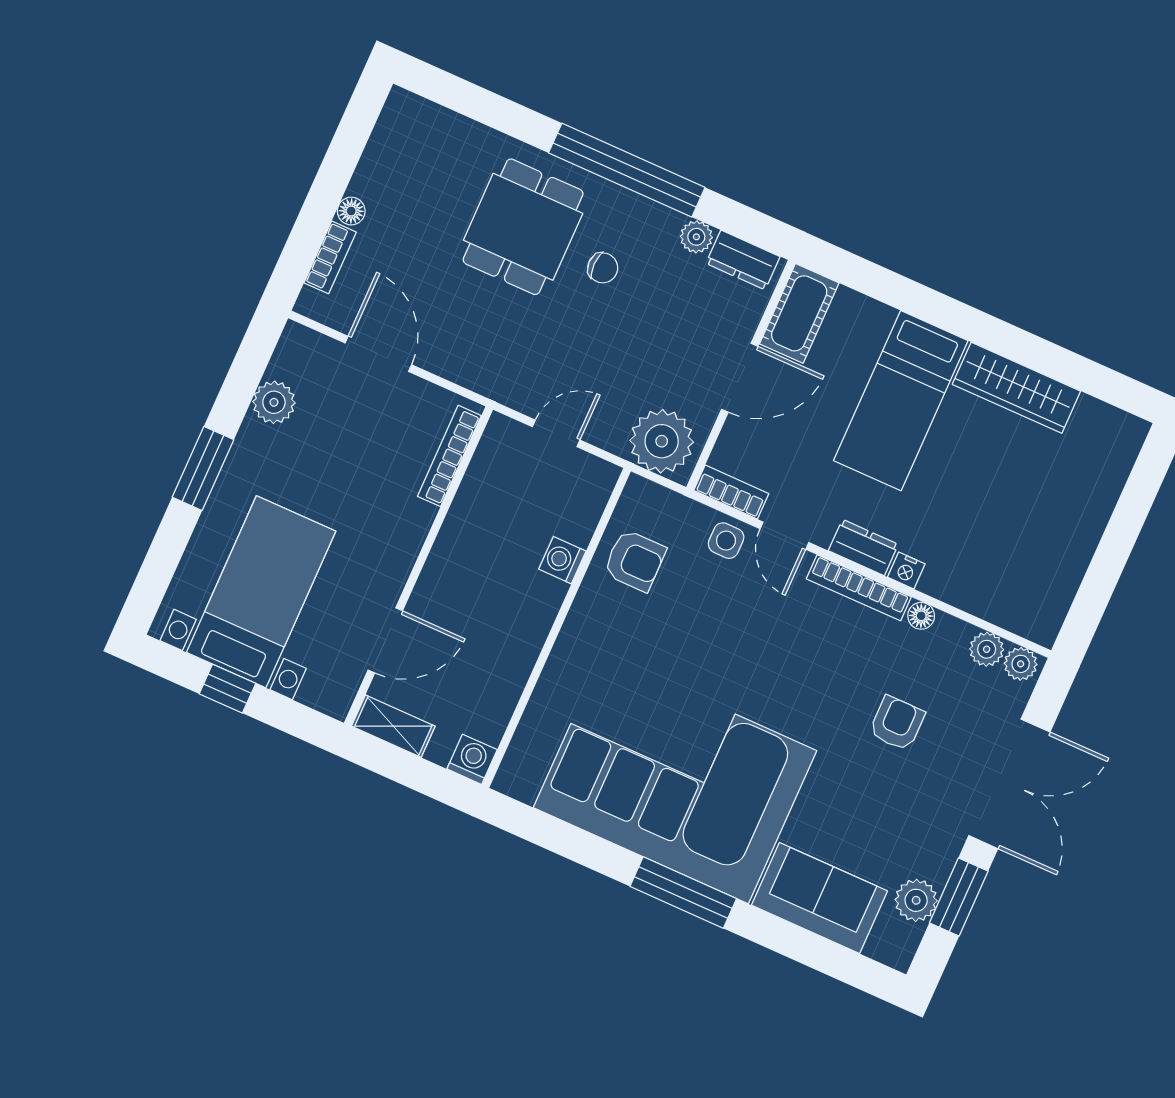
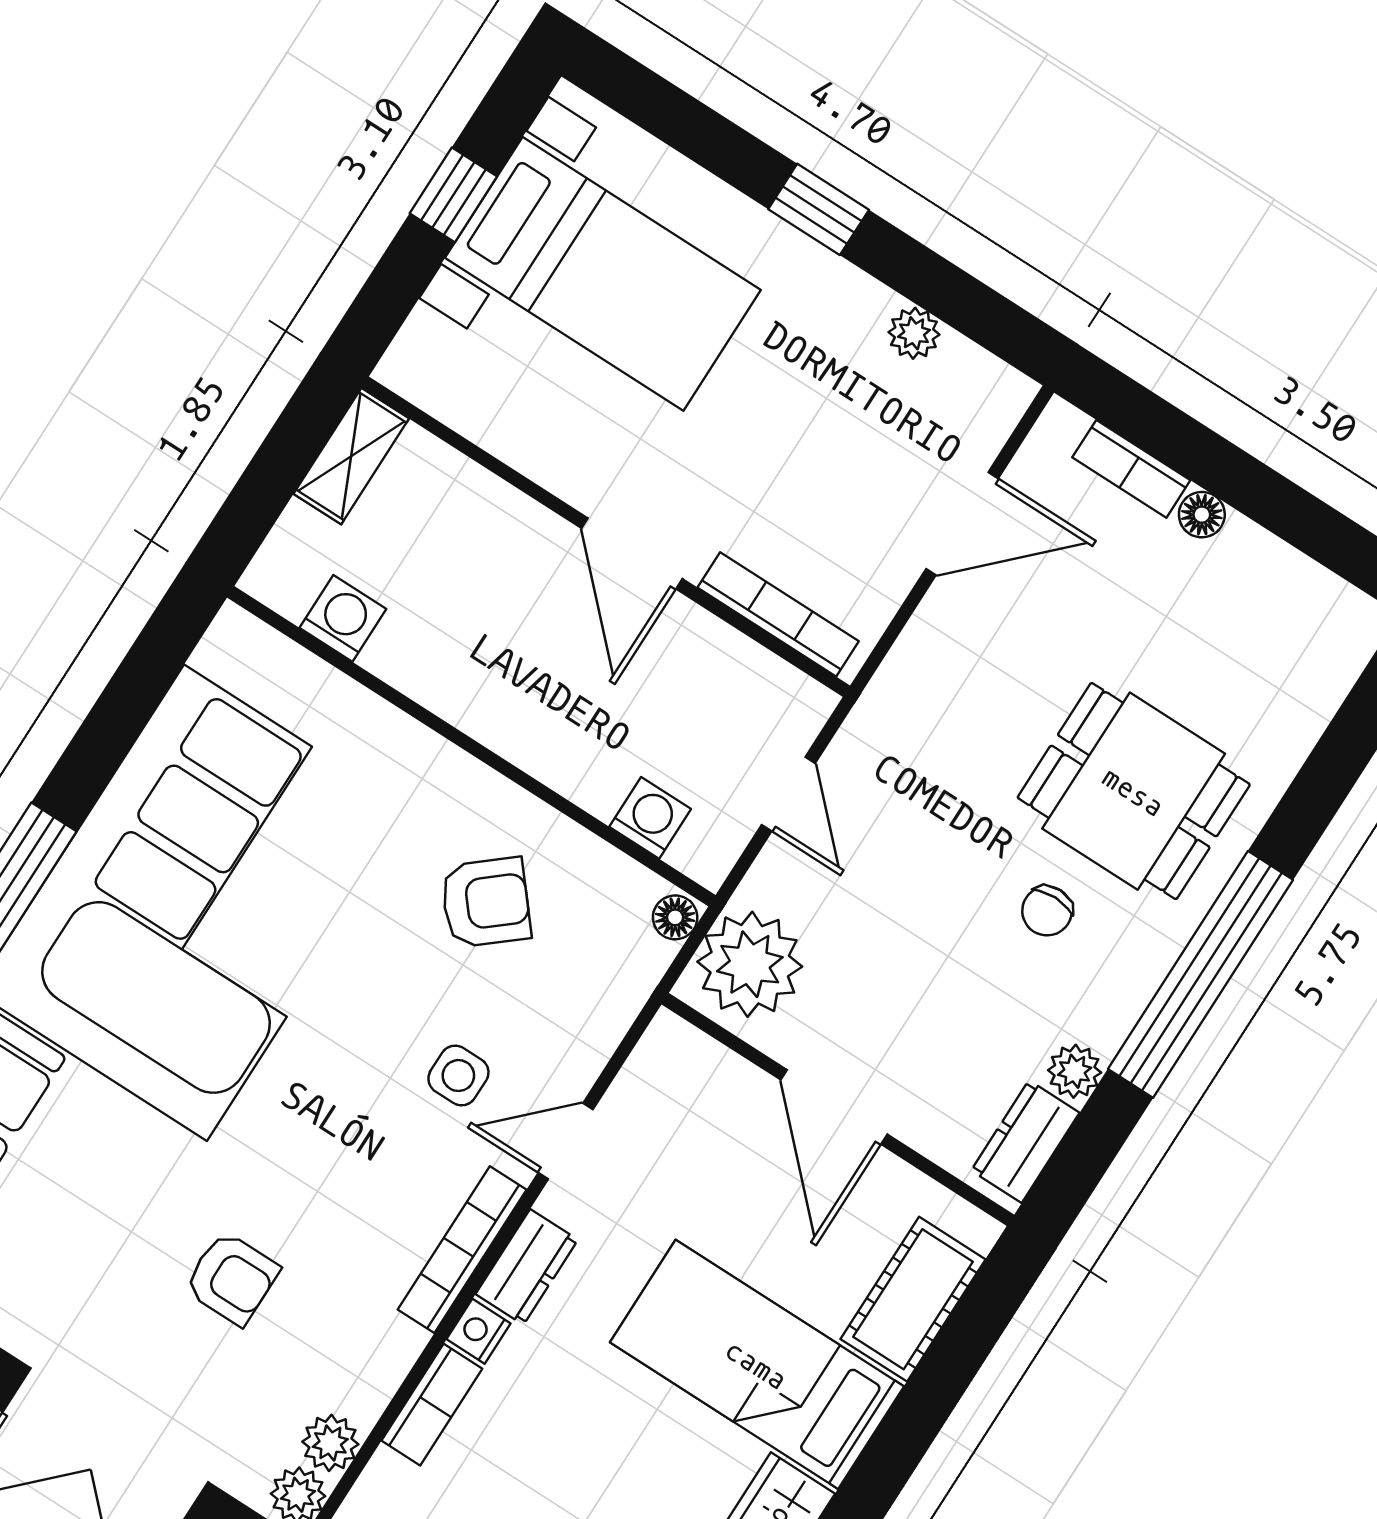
cot: (799, 313) -> (913, 1299), moved, turned 90
plant: (274, 402) -> (914, 333), width x0.73, depth x0.73
window: (203, 468) -> (819, 209), width x0.67
bookcase: (731, 492) -> (432, 1405), moved
side table: (726, 541) -> (458, 1076), moved
washing machine: (562, 560) -> (650, 818), moved
armchair: (635, 560) -> (486, 902), moved, turned -130
floor lamp: (921, 616) -> (675, 917), moved
door: (385, 640) -> (632, 553), moved
washing machine: (472, 759) -> (343, 618), moved, turned -90

